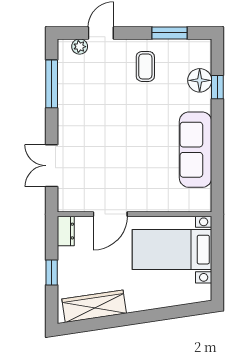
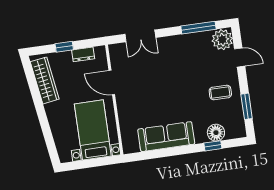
plant: (80, 47) -> (222, 40), width x1.87, depth x1.87
double door: (52, 166) -> (140, 36), swing flipped
dresser: (66, 231) -> (83, 54), moved

